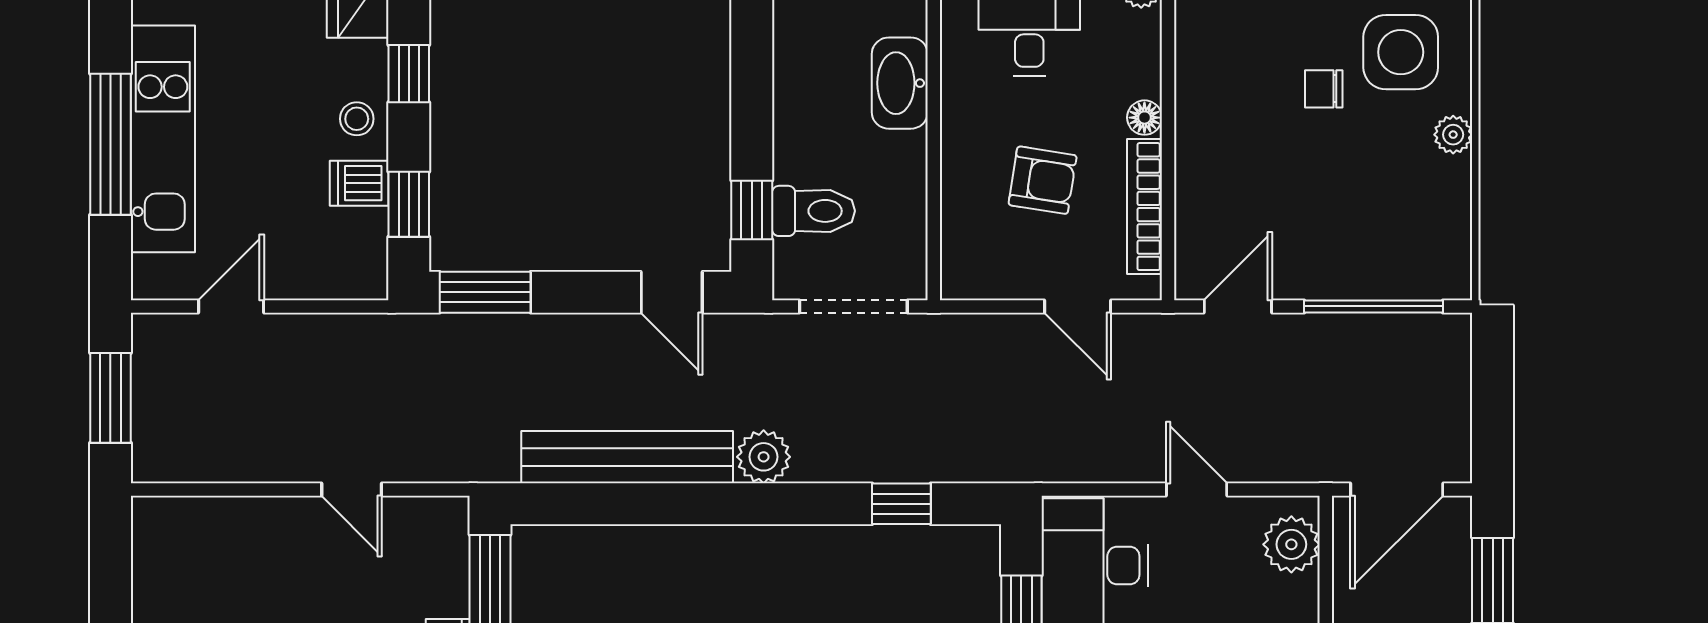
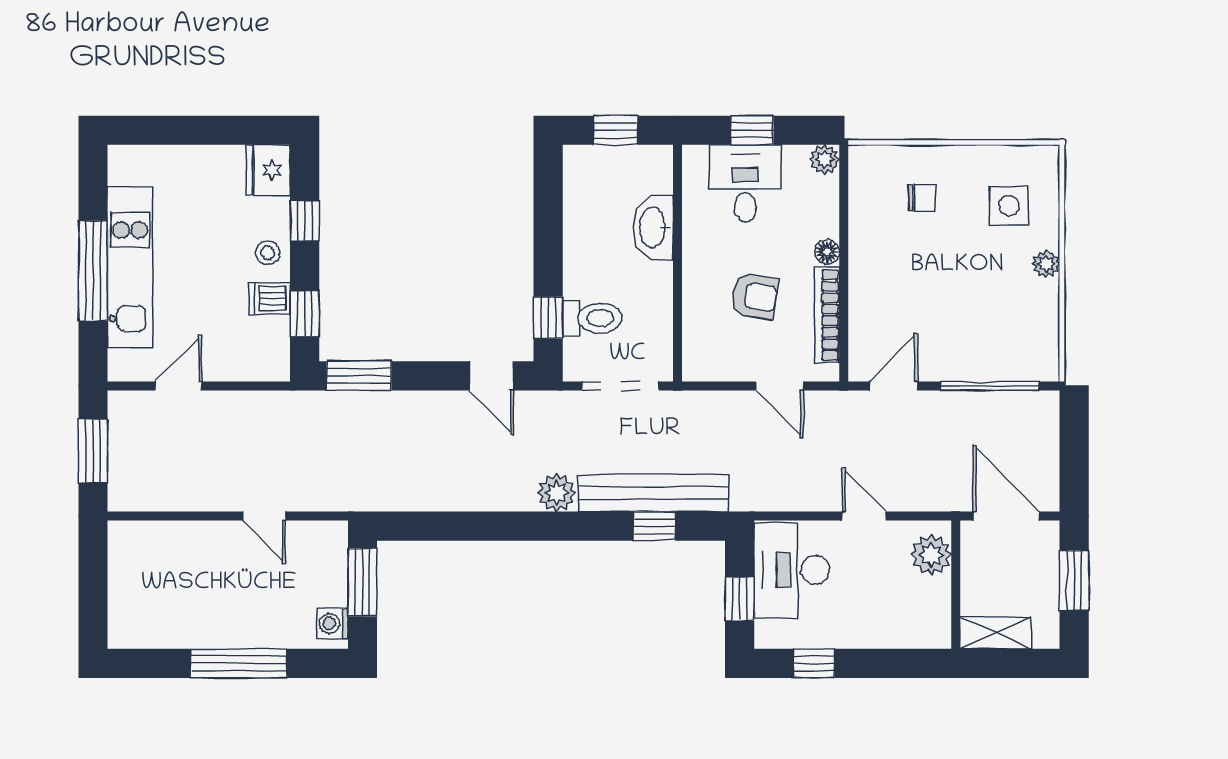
side table: (1401, 52) -> (1009, 205), width x0.73, depth x0.73
chair: (1324, 89) -> (921, 198), moved, turned 180
bench: (627, 457) -> (653, 493), moved
door: (1397, 490) -> (1006, 516), swing flipped

